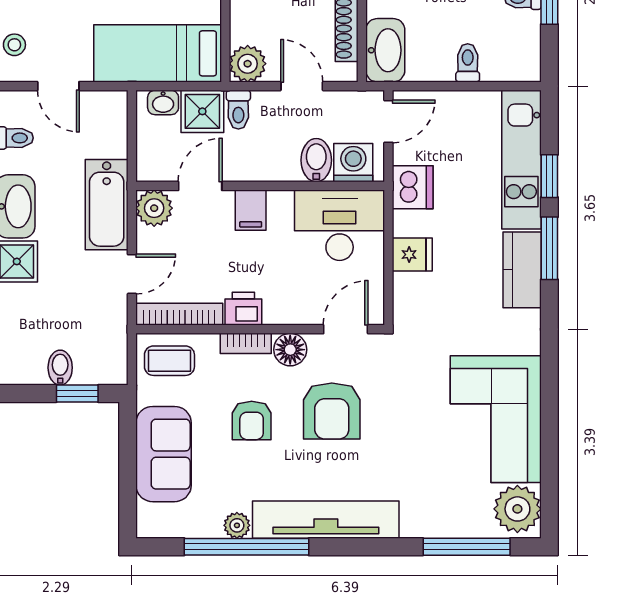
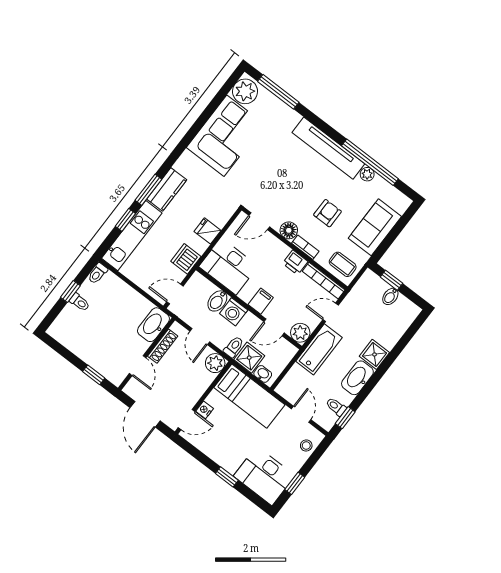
toilet: (468, 63) -> (98, 273), moved
washing machine: (353, 163) -> (234, 312), moved
armchair: (332, 411) -> (291, 191), removed

